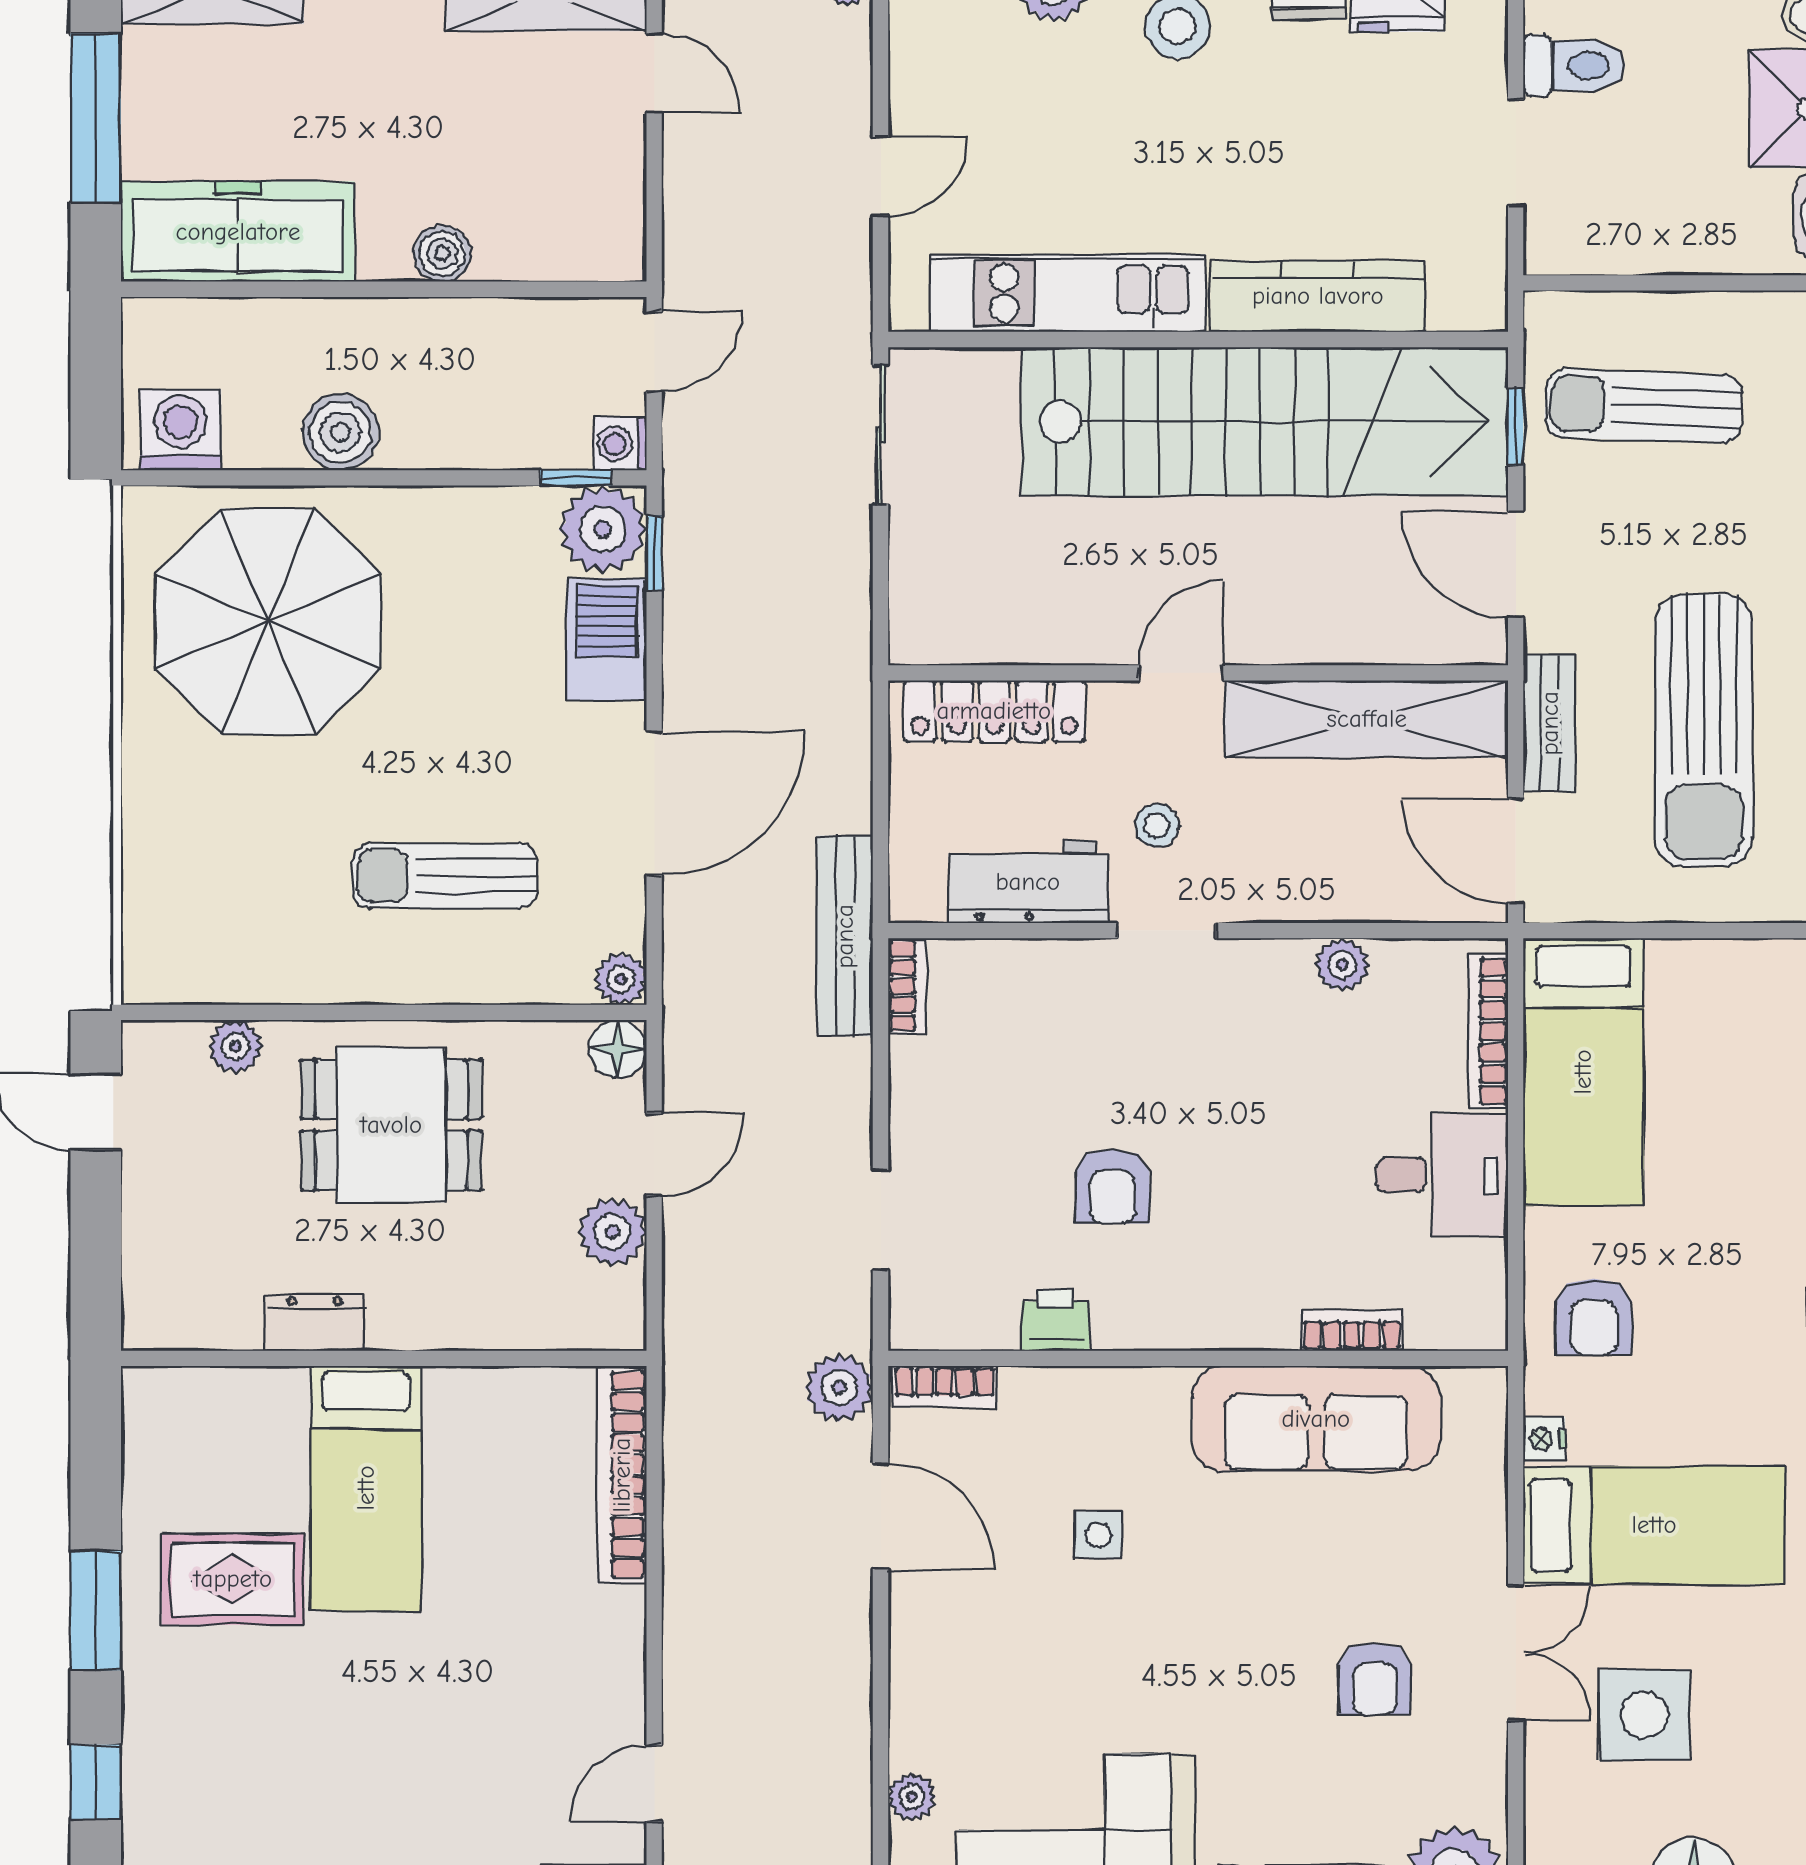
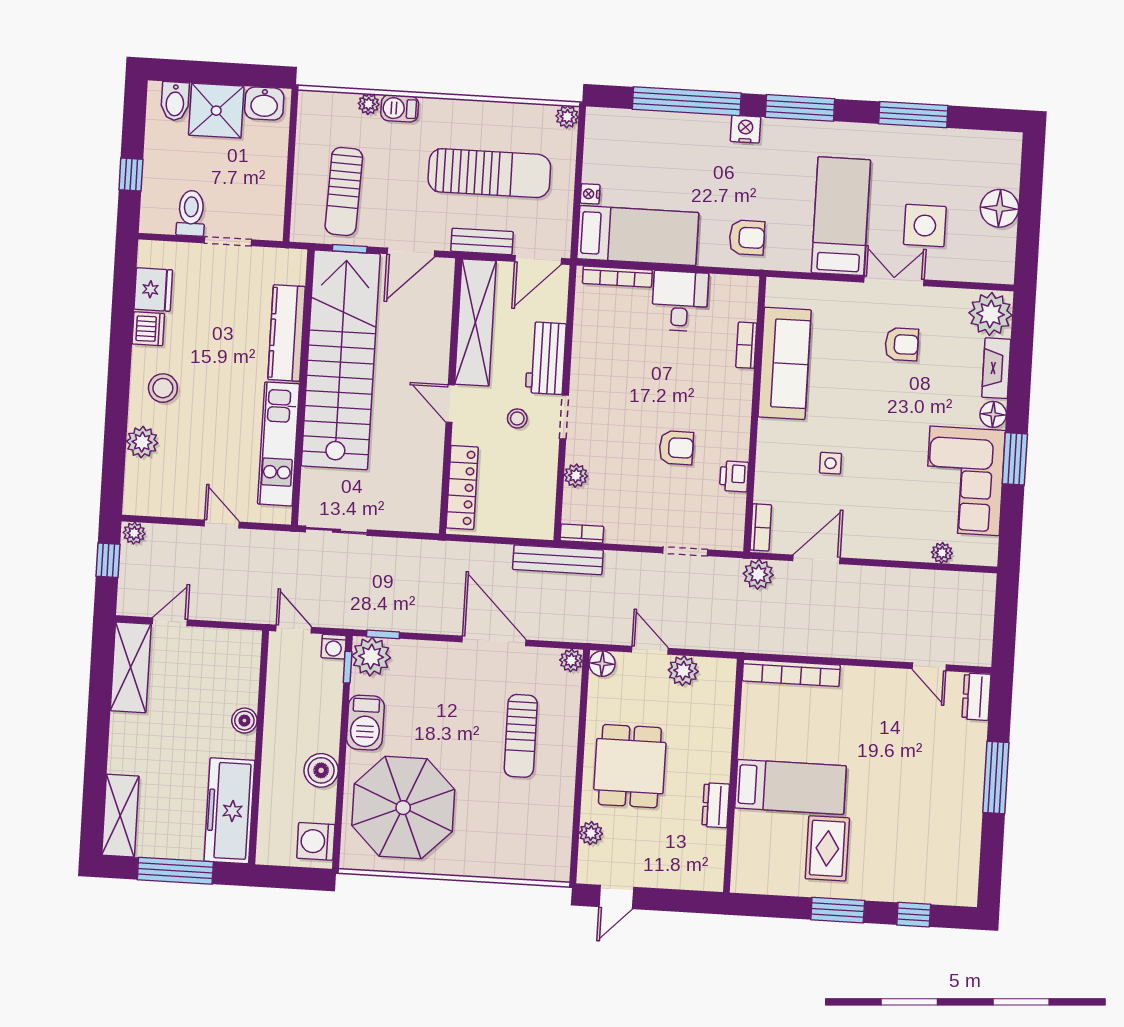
barbecue: (607, 639) -> (365, 723), moved, turned -90
workbench: (1028, 882) -> (546, 358), moved
plant: (1342, 965) -> (576, 476), moved
nightstand: (1544, 1439) -> (590, 194), moved, turned 90

